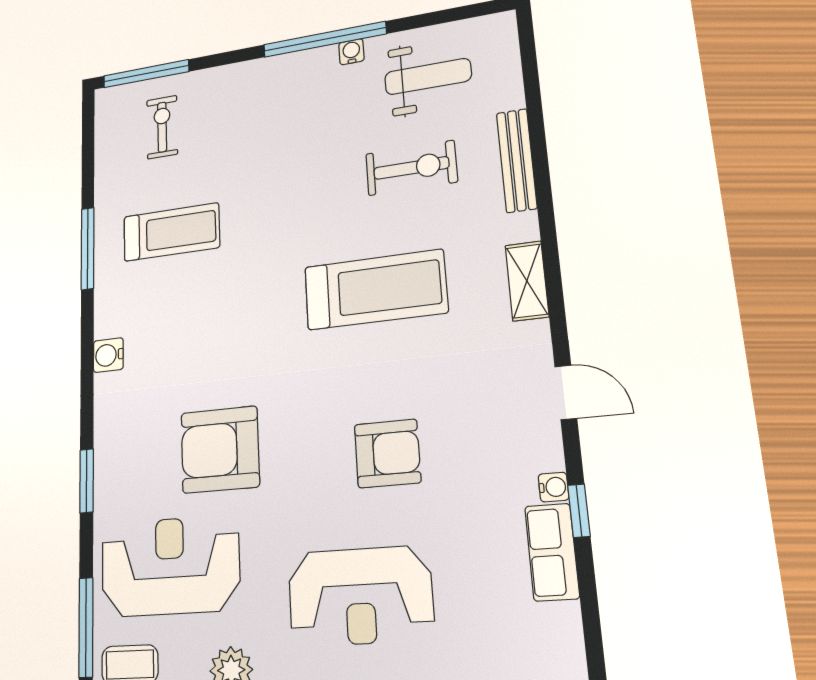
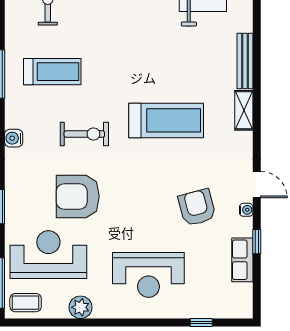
exercise bike: (411, 168) -> (84, 134), moved
shelving: (527, 281) -> (244, 110), moved
armchair: (387, 453) -> (197, 207), moved, turned -105
water cooler: (553, 487) -> (246, 210), moved

